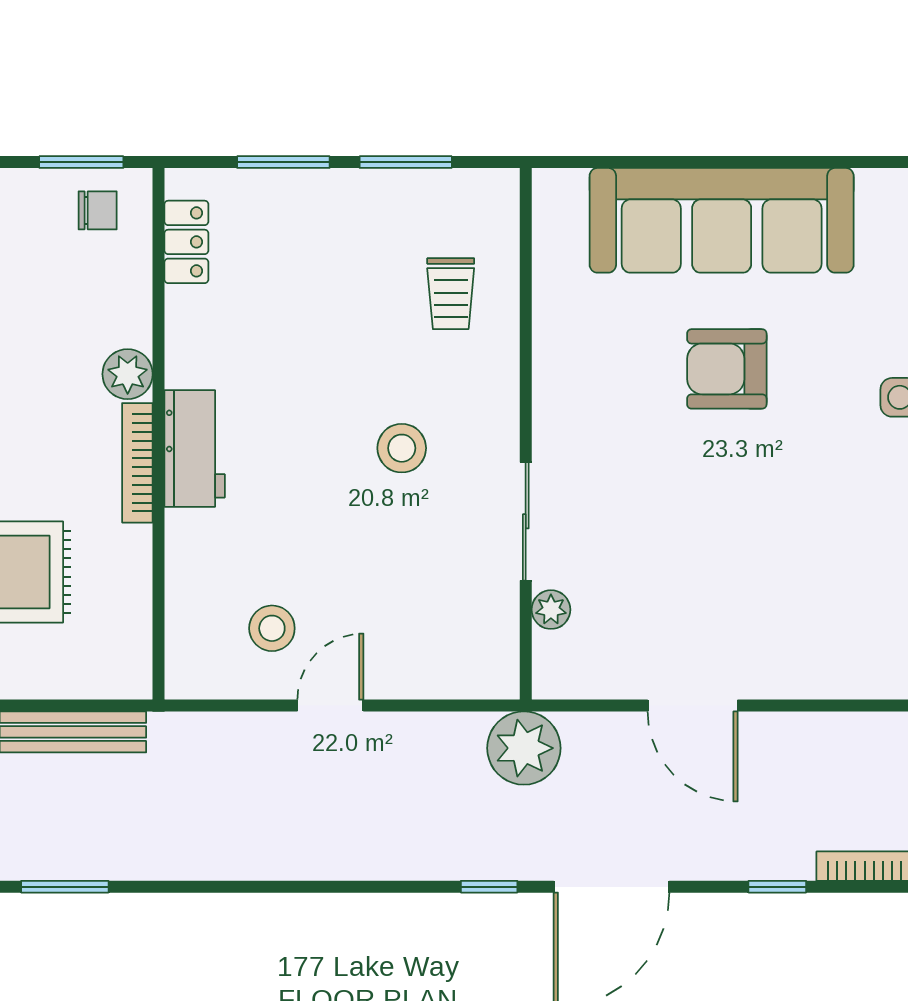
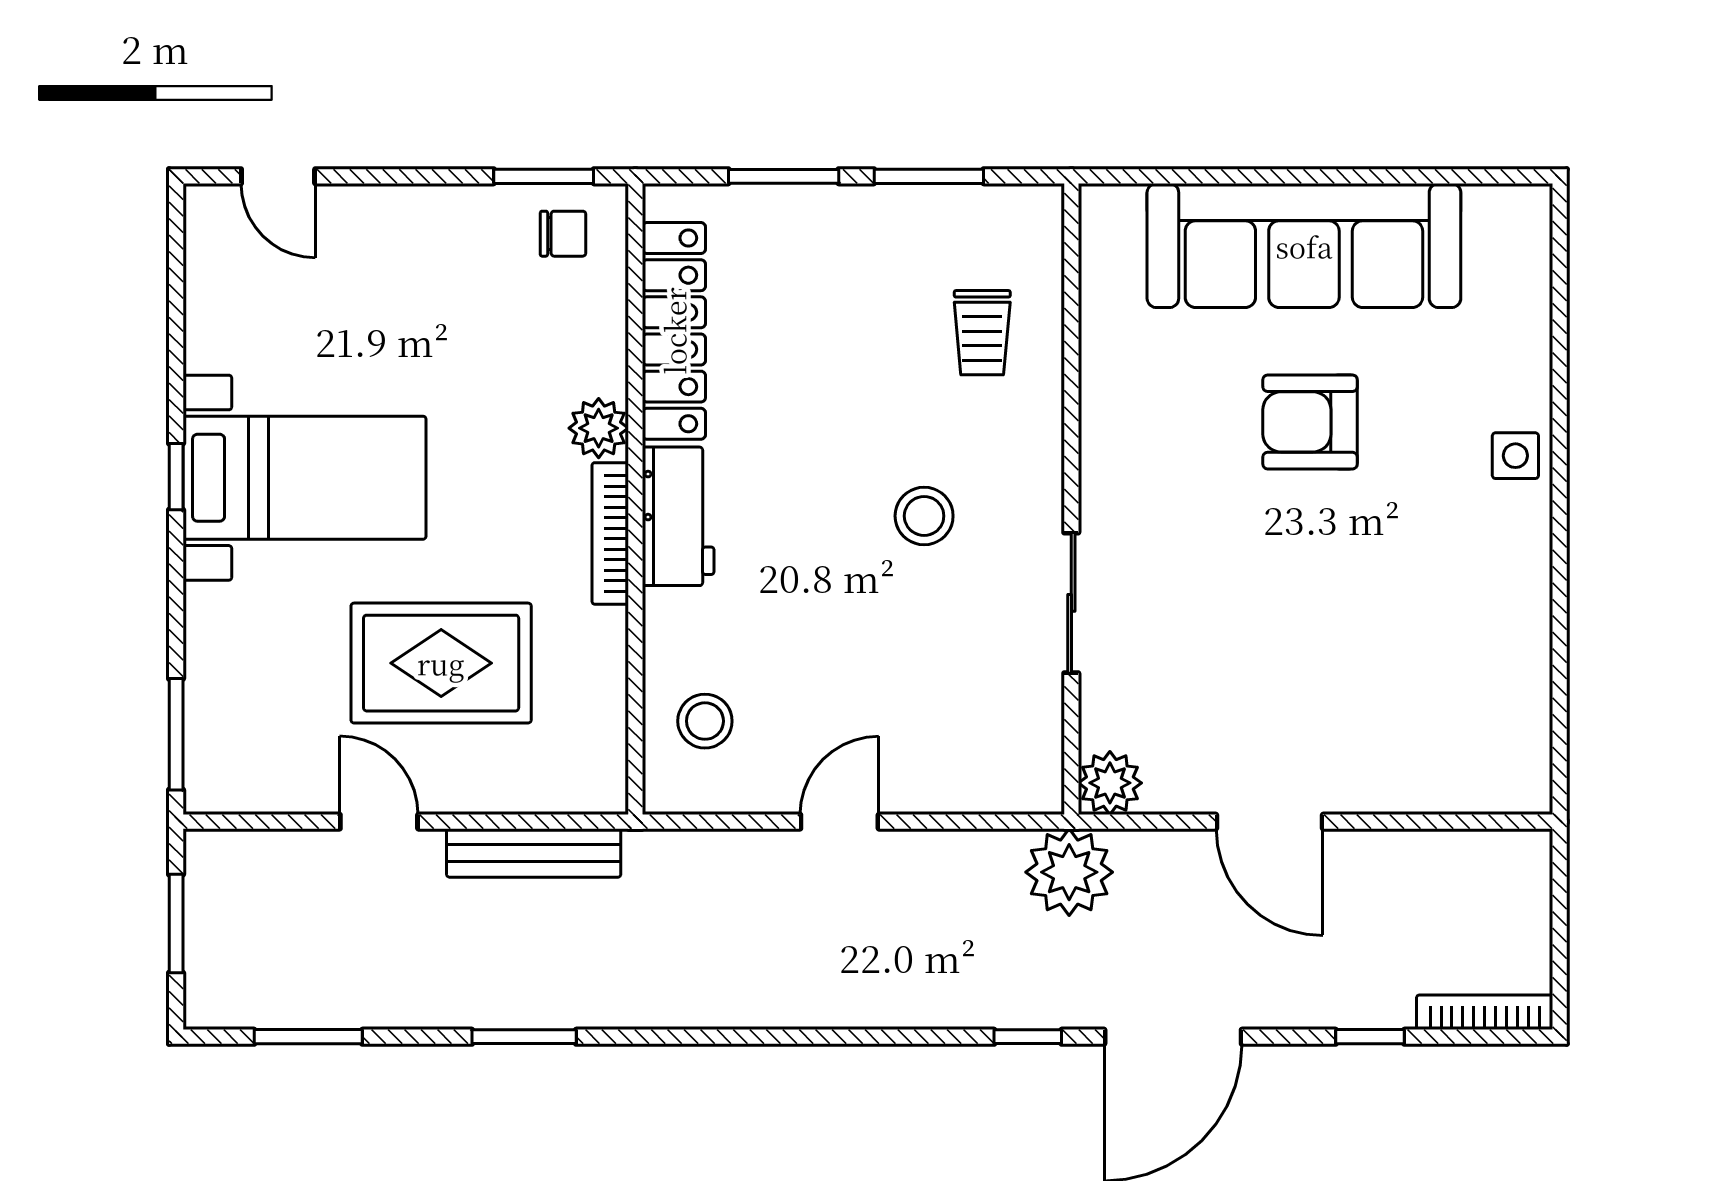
locker: (186, 242) -> (674, 331), width x2.16, depth x1.21
plant: (551, 610) -> (1110, 783), moved, width x1.38, depth x1.38
stool: (272, 628) -> (705, 721), moved

